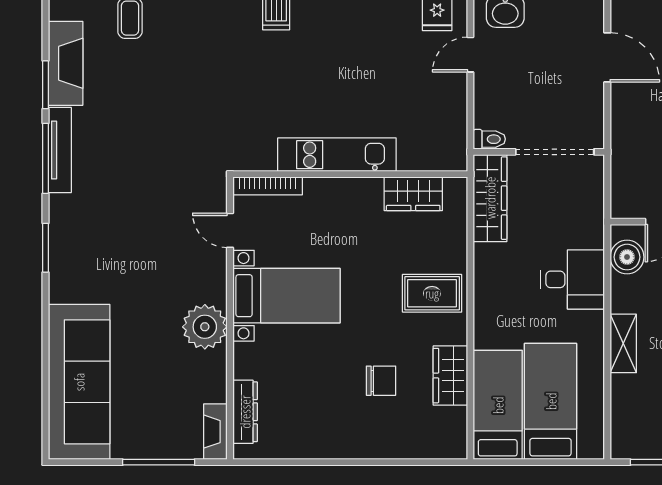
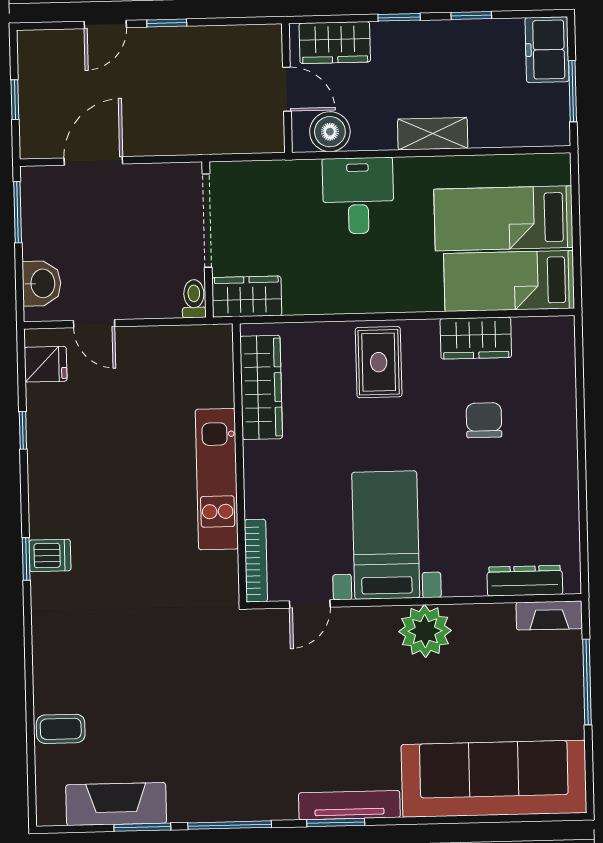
tv unit: (60, 150) -> (349, 805), moved
wardrobe: (413, 194) -> (261, 387), width x1.50
wardrobe: (490, 198) -> (247, 297), width x0.67

